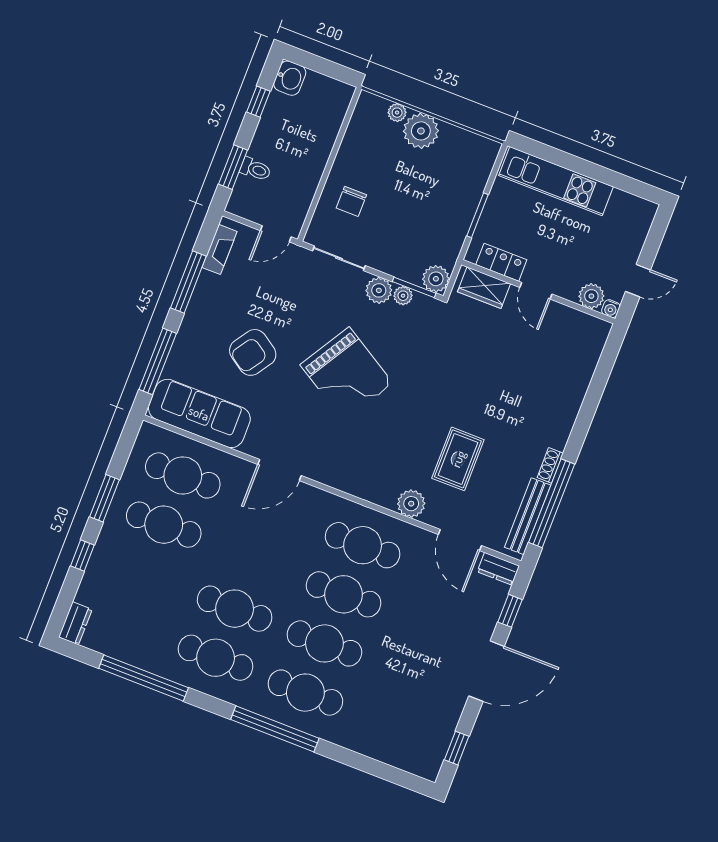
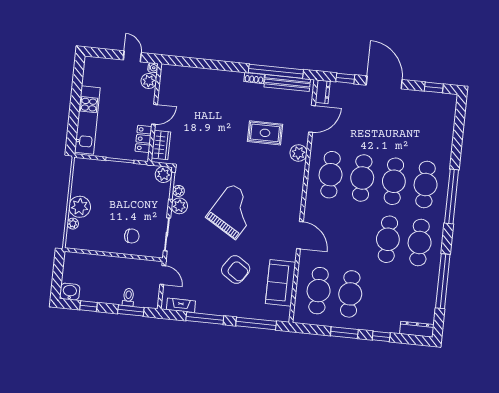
sofa: (199, 413) -> (281, 283), width x0.73
dresser: (75, 623) -> (417, 329), width x1.44

